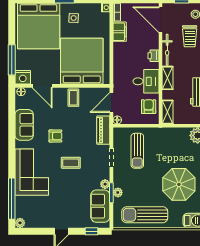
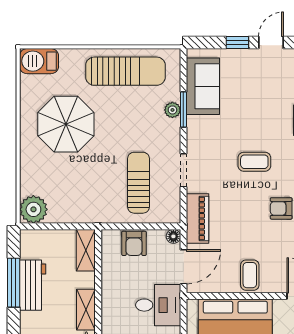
desk: (146, 81) -> (158, 305), moved, turned 180
armchair: (149, 107) -> (134, 243), moved
plant: (105, 184) -> (195, 124), removed
window: (91, 231) -> (237, 42), moved

